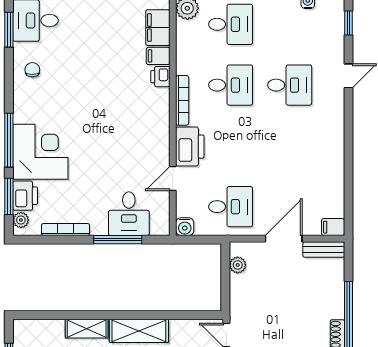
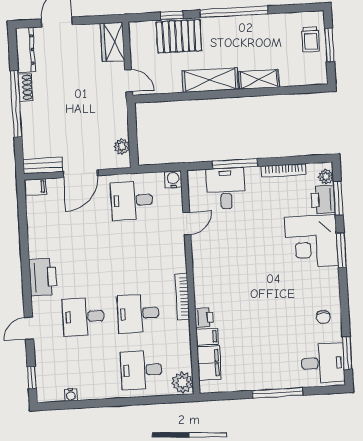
window: (9, 140) -> (341, 250), width x0.69
printer: (190, 147) -> (43, 277), moved, turned 180

